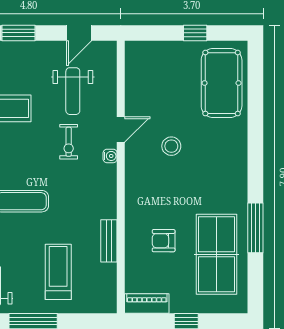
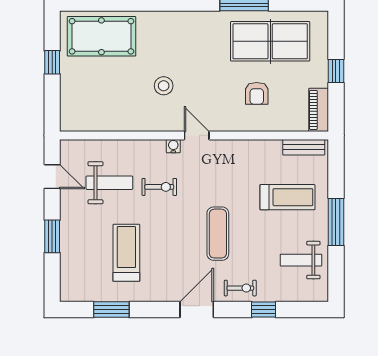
door: (121, 129) -> (197, 135), moved
bench: (109, 241) -> (304, 147), moved
treadmill: (58, 272) -> (287, 197), turned 180

